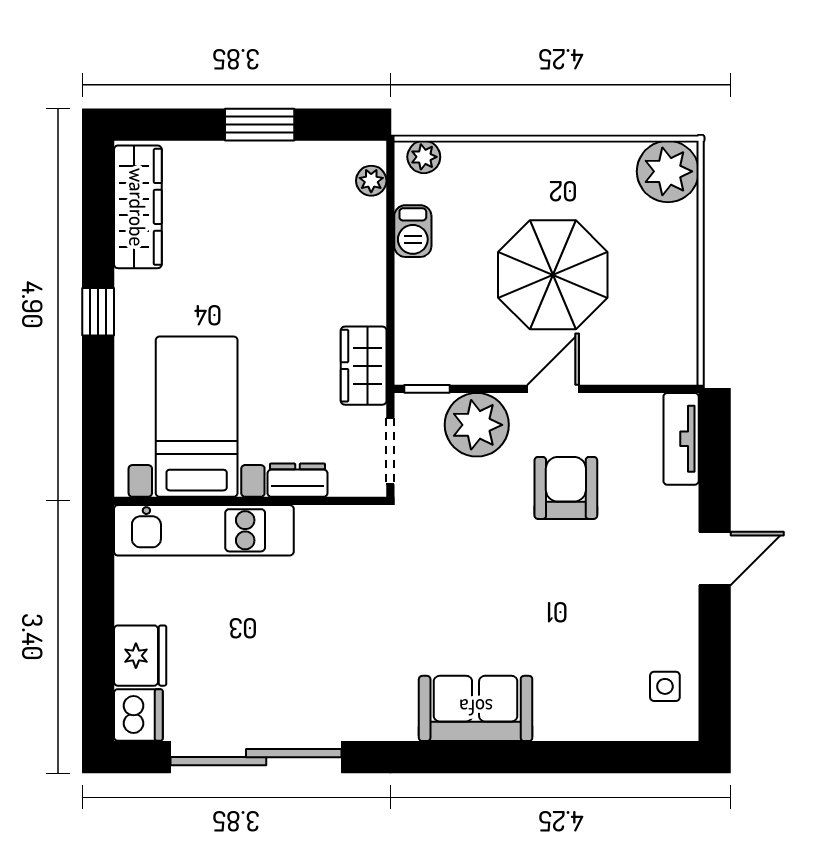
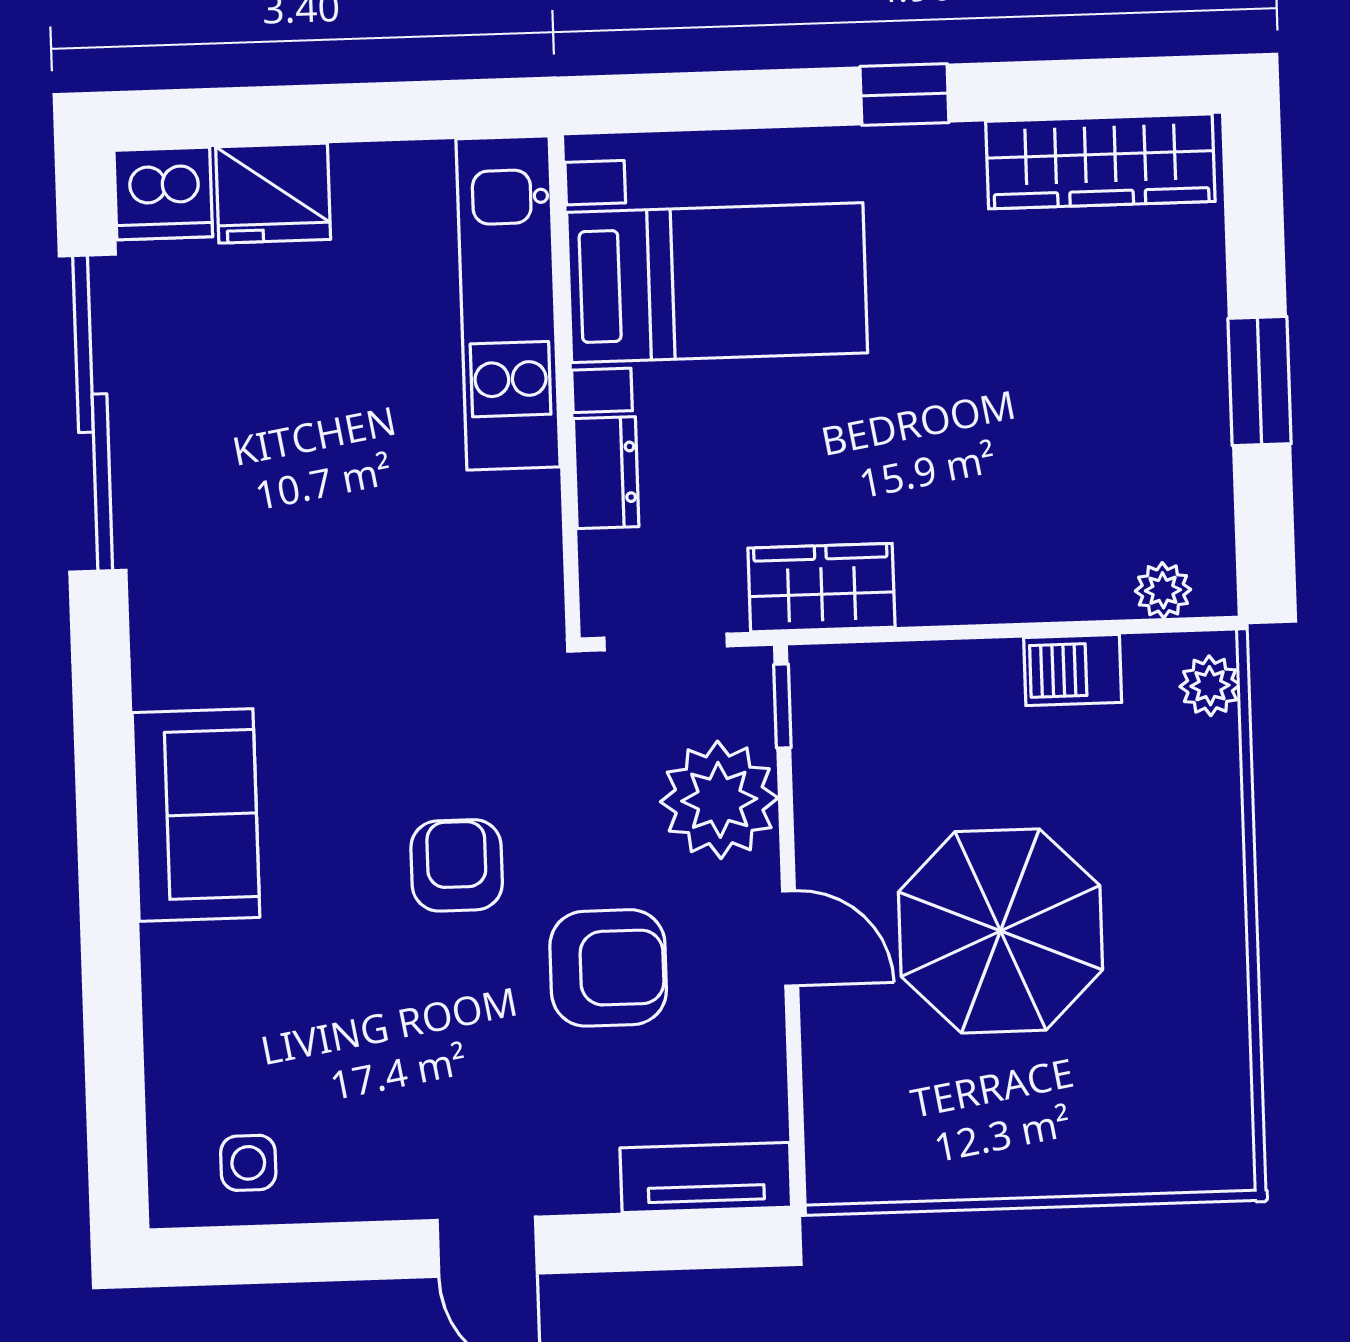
plant: (668, 171) -> (1198, 1137), removed
armchair: (508, 568) -> (457, 865), added

